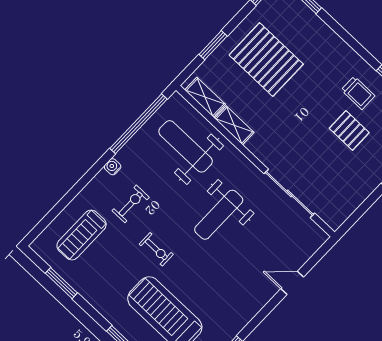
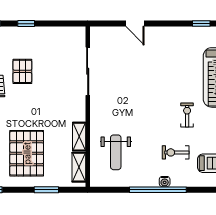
window: (139, 124) -> (158, 190), moved
weight bench: (186, 146) -> (116, 152), width x0.73, depth x0.75
weight bench: (219, 215) -> (136, 99), removed

